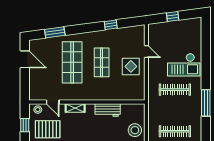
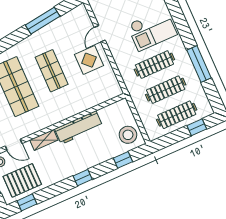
window: (111, 25) -> (43, 21), width x2.17
door: (146, 51) -> (100, 34), swing flipped
workbench: (108, 110) -> (79, 128), width x1.38
clothes rail: (175, 110) -> (166, 90), added

